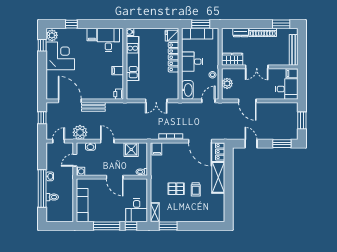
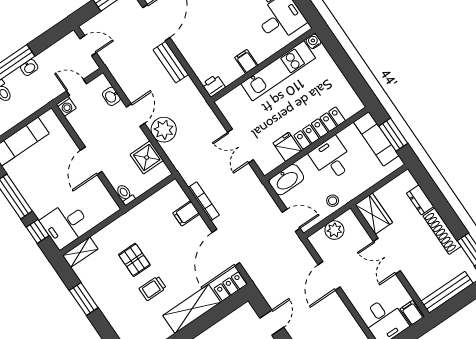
fridge: (172, 36) -> (287, 147), moved
plant: (80, 132) -> (164, 130), moved
filing cabinet: (157, 149) -> (186, 213), moved
window: (168, 226) -> (84, 299), moved

